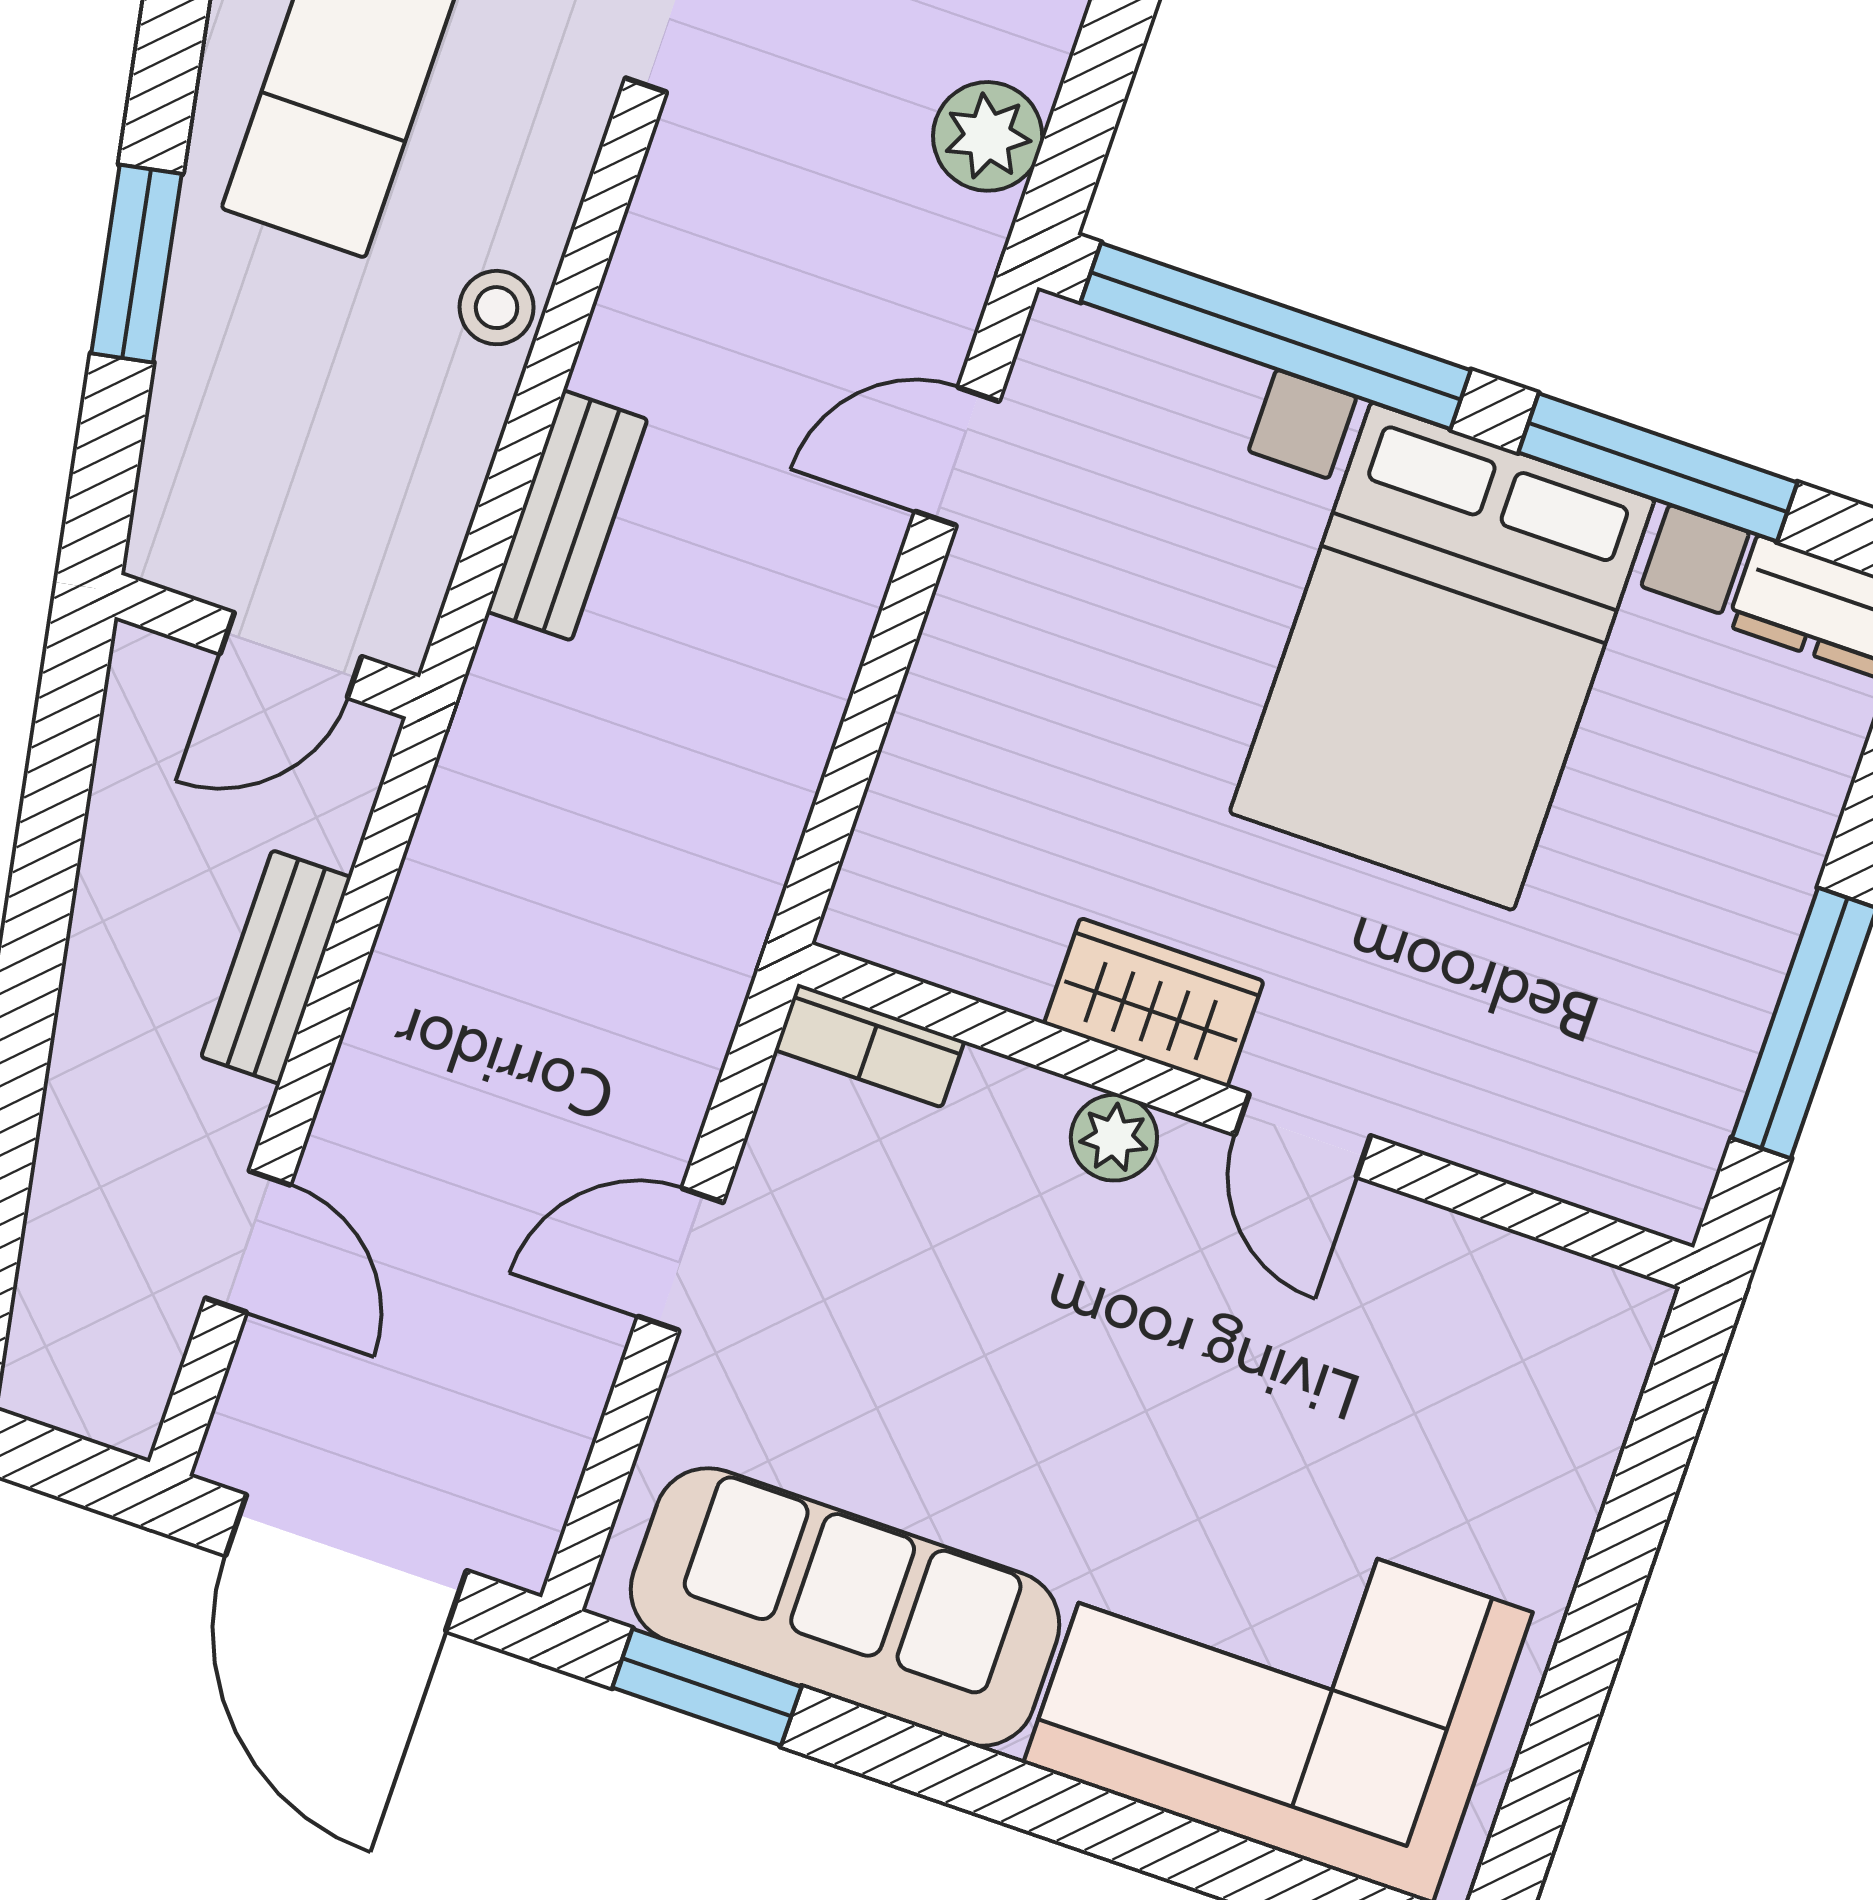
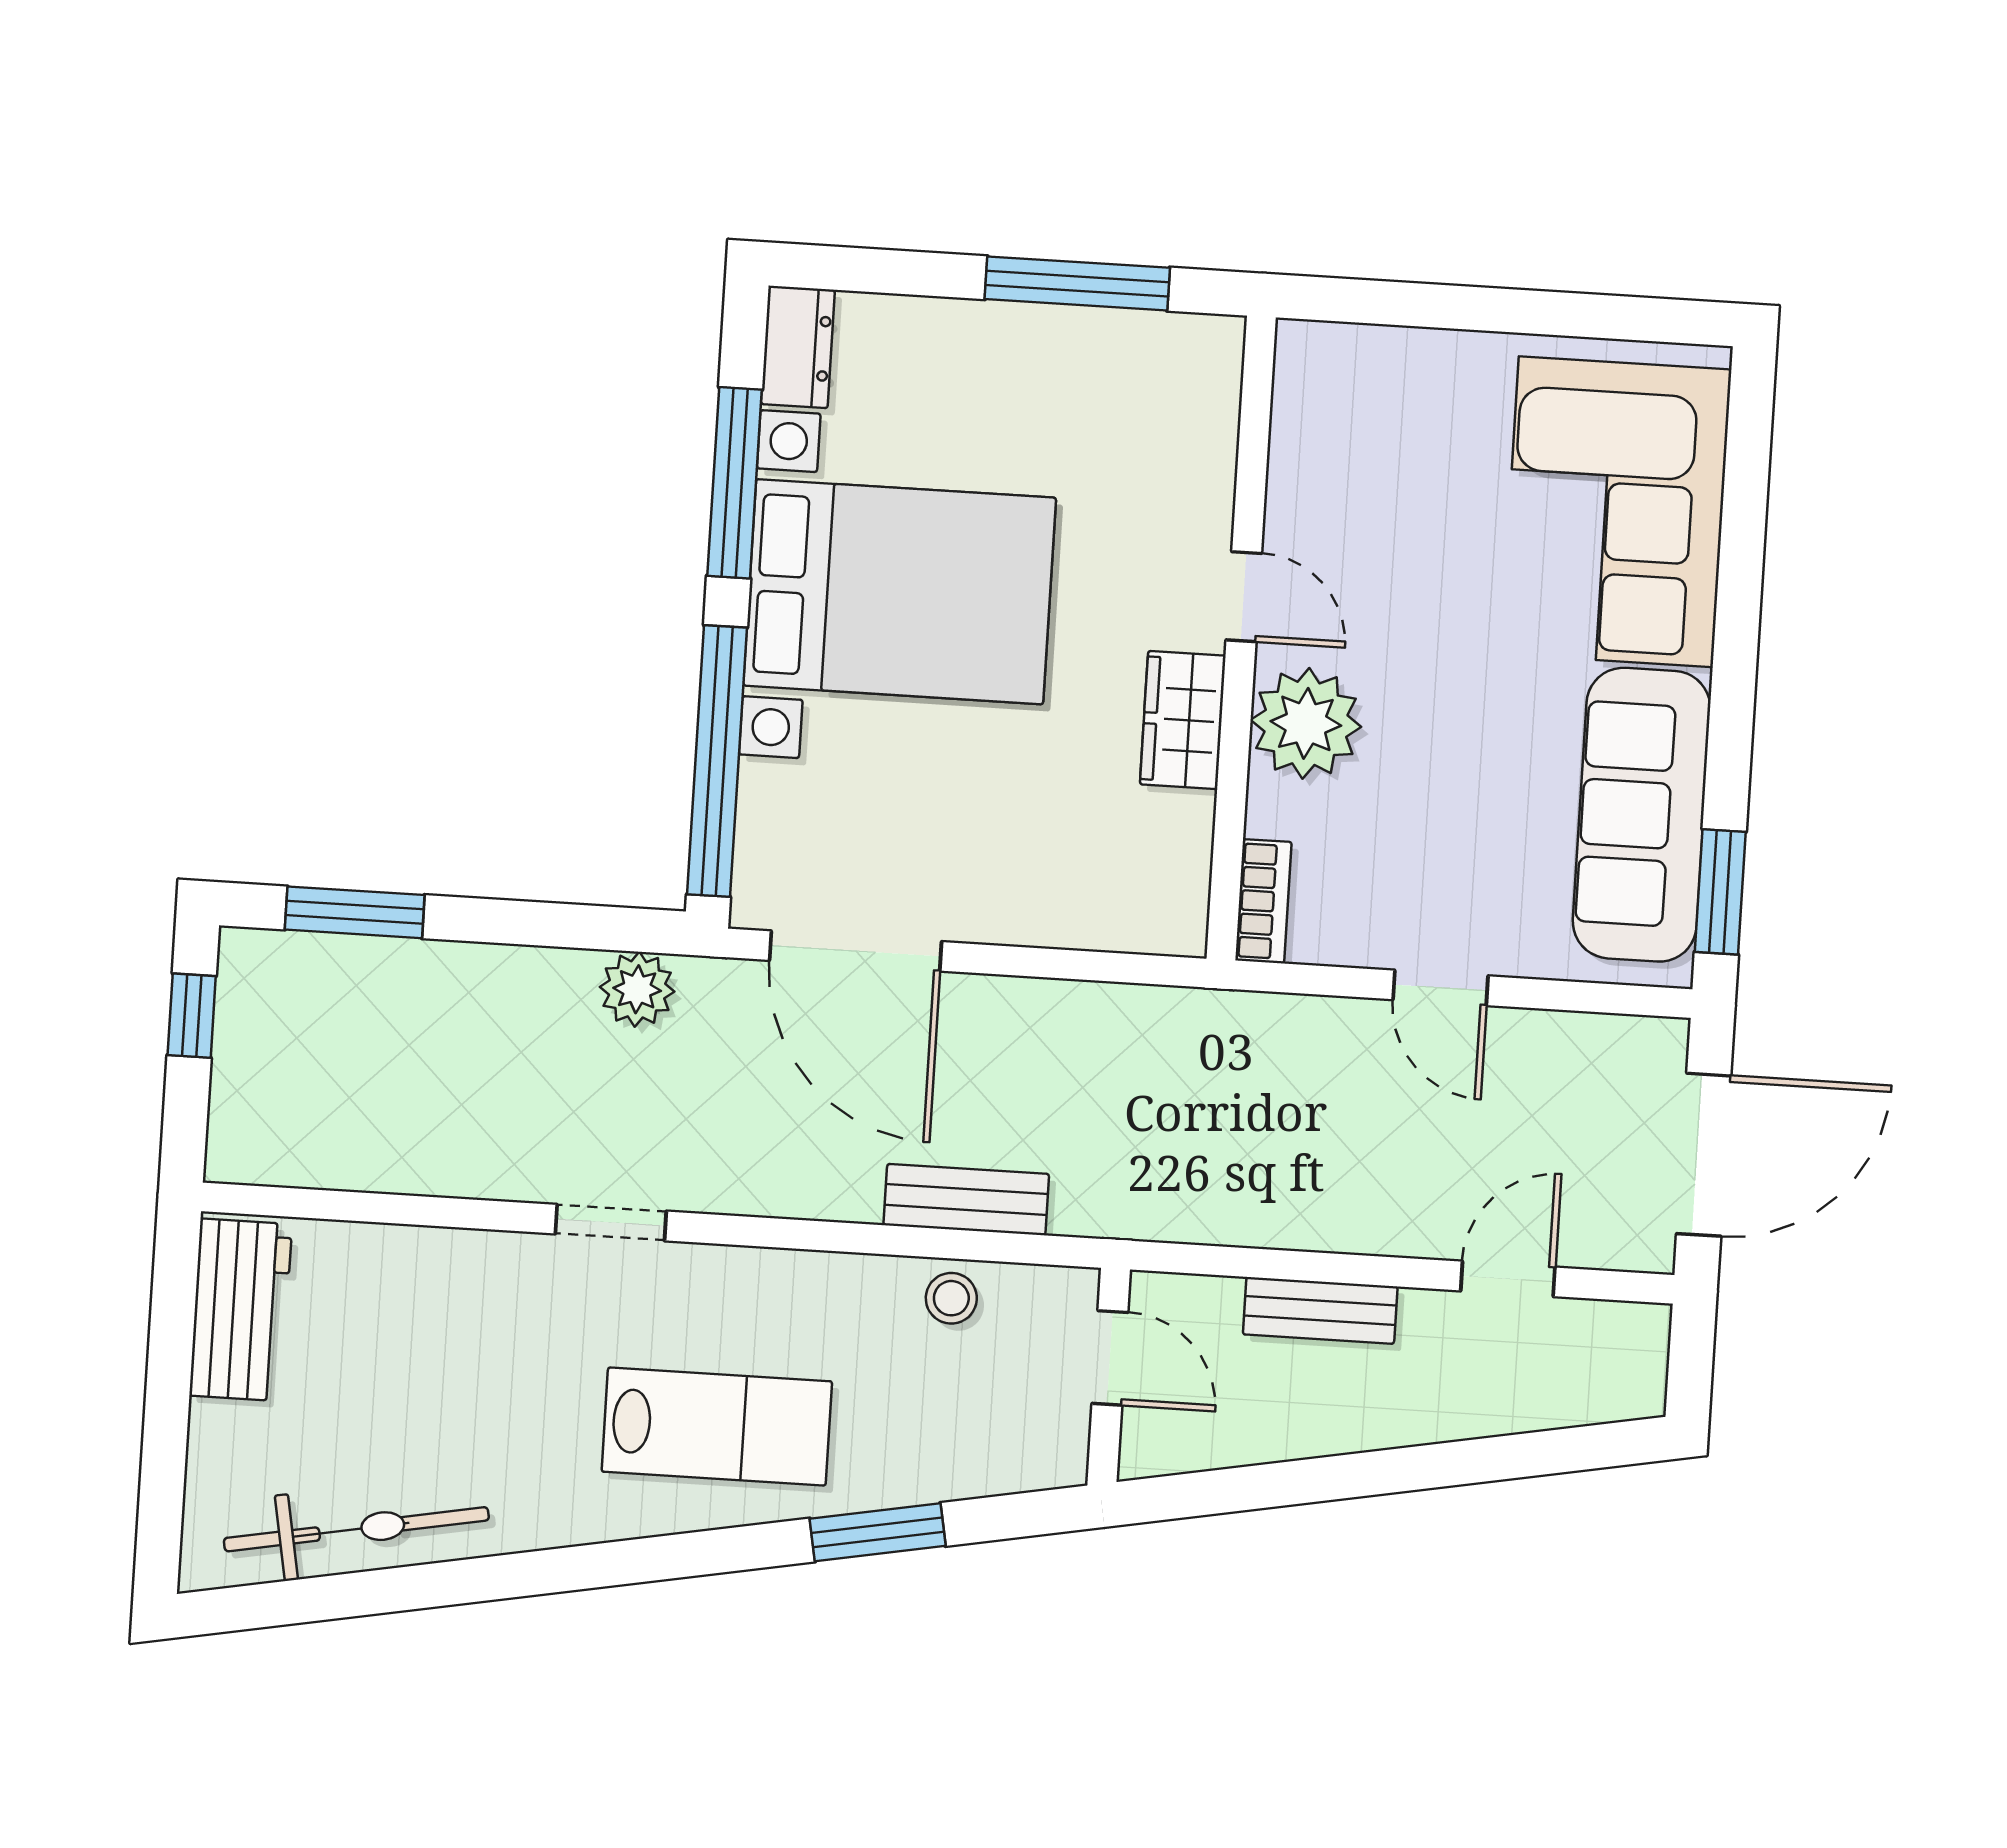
stool: (497, 308) -> (951, 1298), moved
door: (957, 456) -> (856, 951), width x1.87
door: (1303, 1135) -> (1244, 597), hinge flipped
plant: (1114, 1138) -> (1306, 723), width x1.88, depth x1.88

